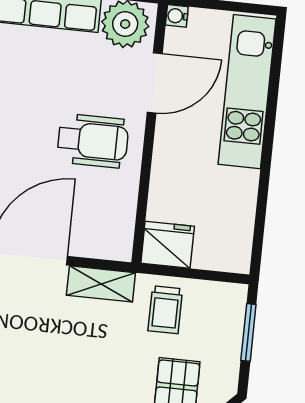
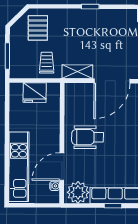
water cooler: (177, 16) -> (55, 186), moved
fridge: (168, 245) -> (35, 93), moved

